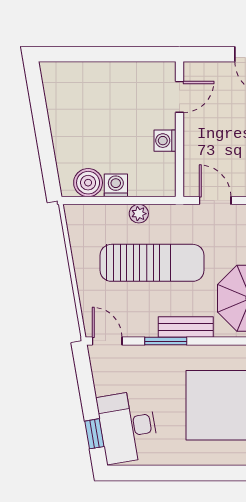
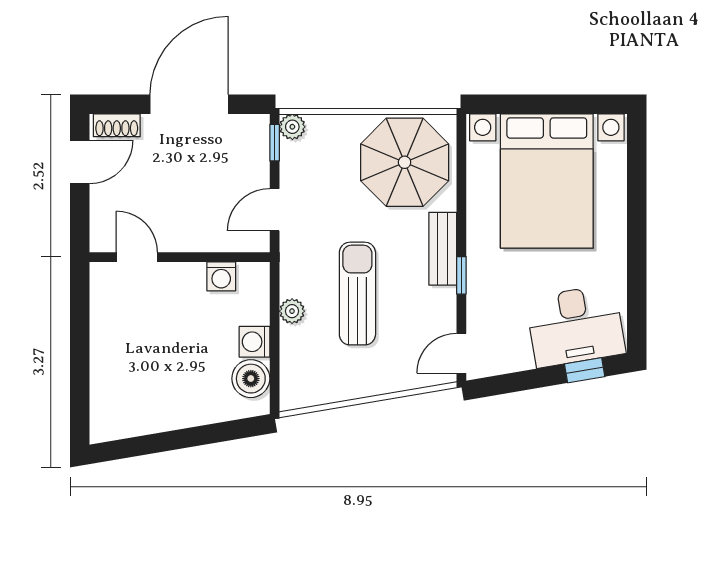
washing machine: (165, 141) -> (221, 276), moved
sun lounger: (152, 263) -> (357, 294), width x0.73, depth x0.75
window: (166, 341) -> (461, 275), width x0.67

